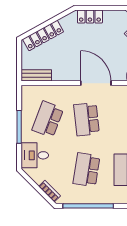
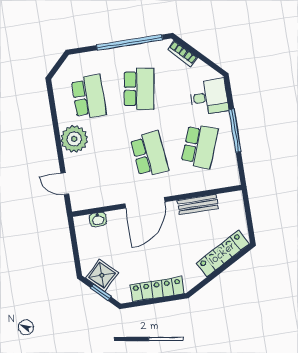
locker: (90, 17) -> (157, 289), width x1.53
bench: (36, 75) -> (198, 205), moved
door: (96, 83) -> (145, 203), hinge flipped

